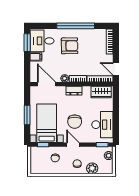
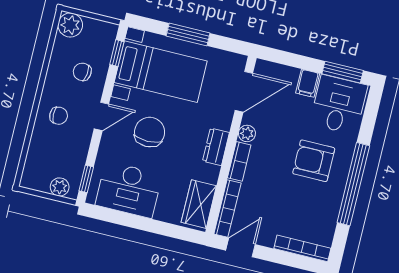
armchair: (70, 46) -> (314, 161), turned 91
chair: (75, 122) -> (150, 132), turned 90
plant: (92, 168) -> (70, 25), moved

